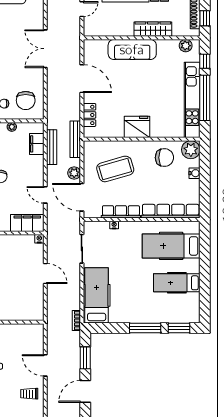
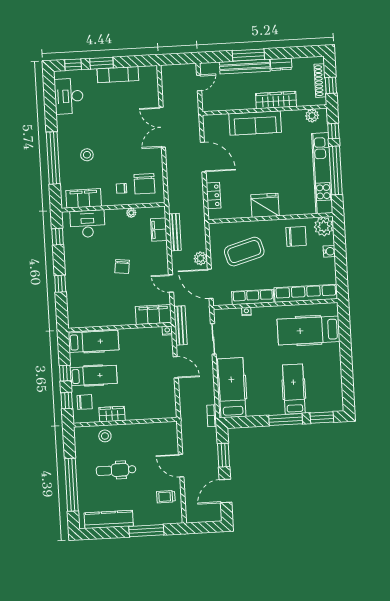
bench: (75, 139) -> (180, 325), moved
hospital bed: (177, 283) -> (294, 389), moved, turned 90

